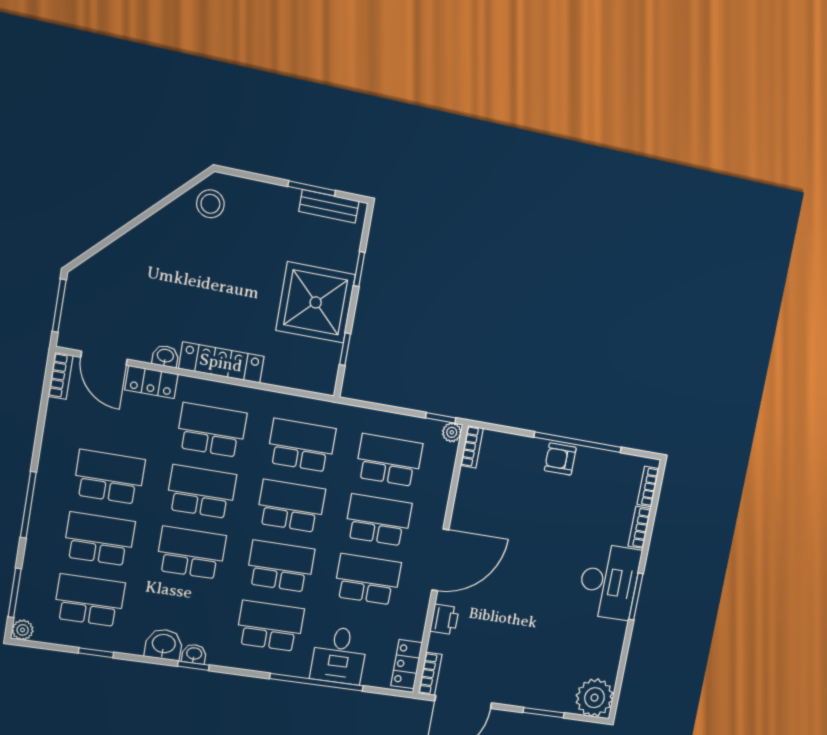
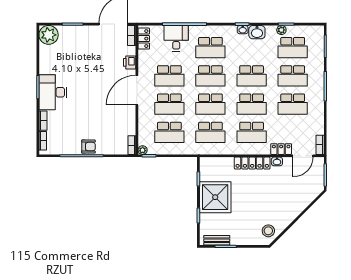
door: (104, 358) -> (303, 156), swing flipped
plant: (23, 630) -> (281, 30), moved

